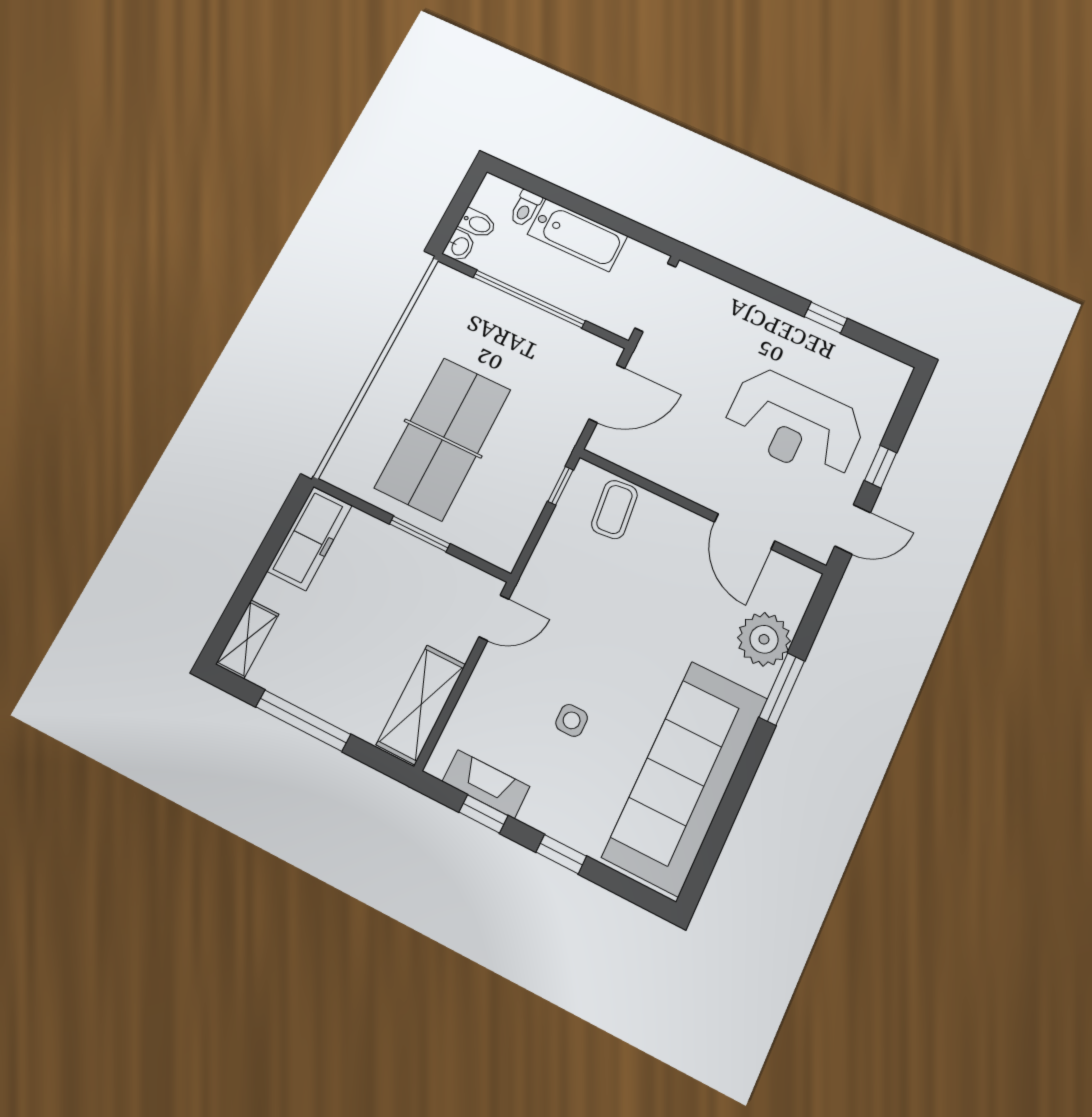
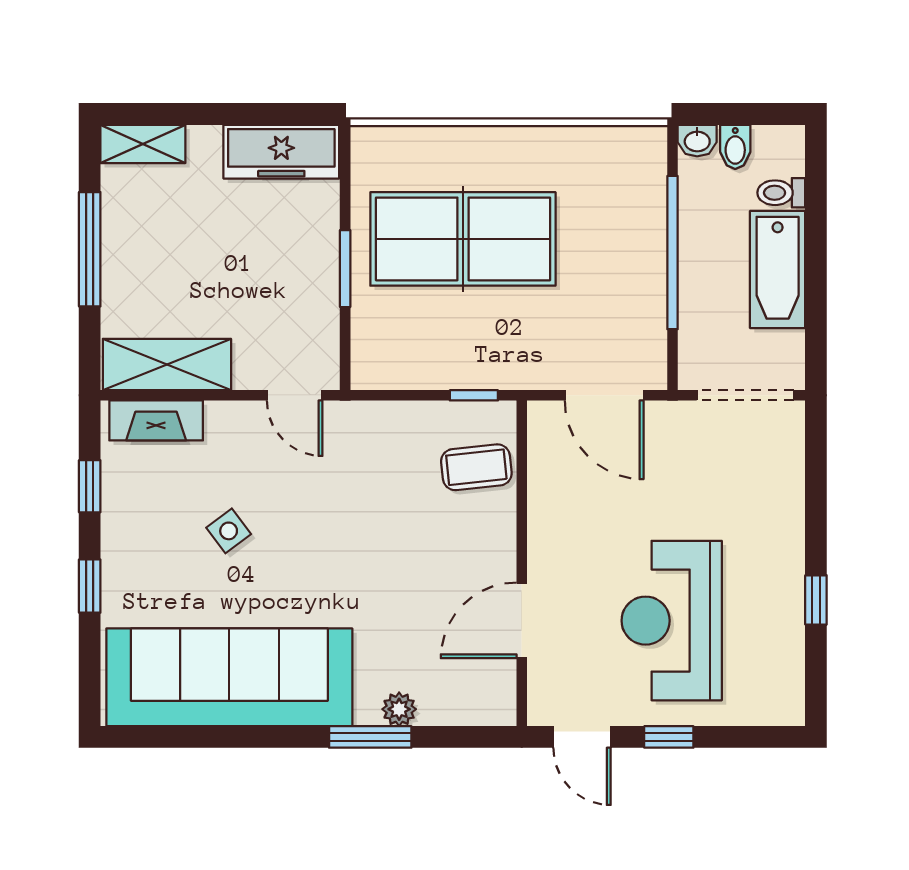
plant: (764, 639) -> (399, 709), width x0.53, depth x0.53
side table: (572, 720) -> (229, 531), turned -37
fireplace: (486, 784) -> (156, 420), moved, turned 90

